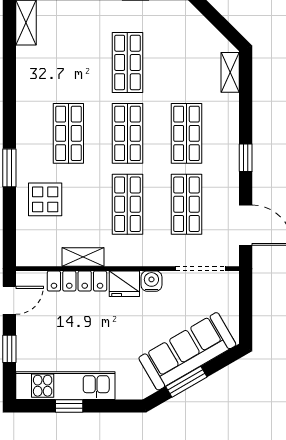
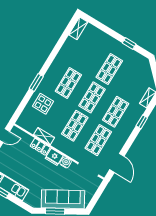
window: (246, 158) -> (142, 122), moved
locker: (77, 281) -> (40, 147), width x0.66

